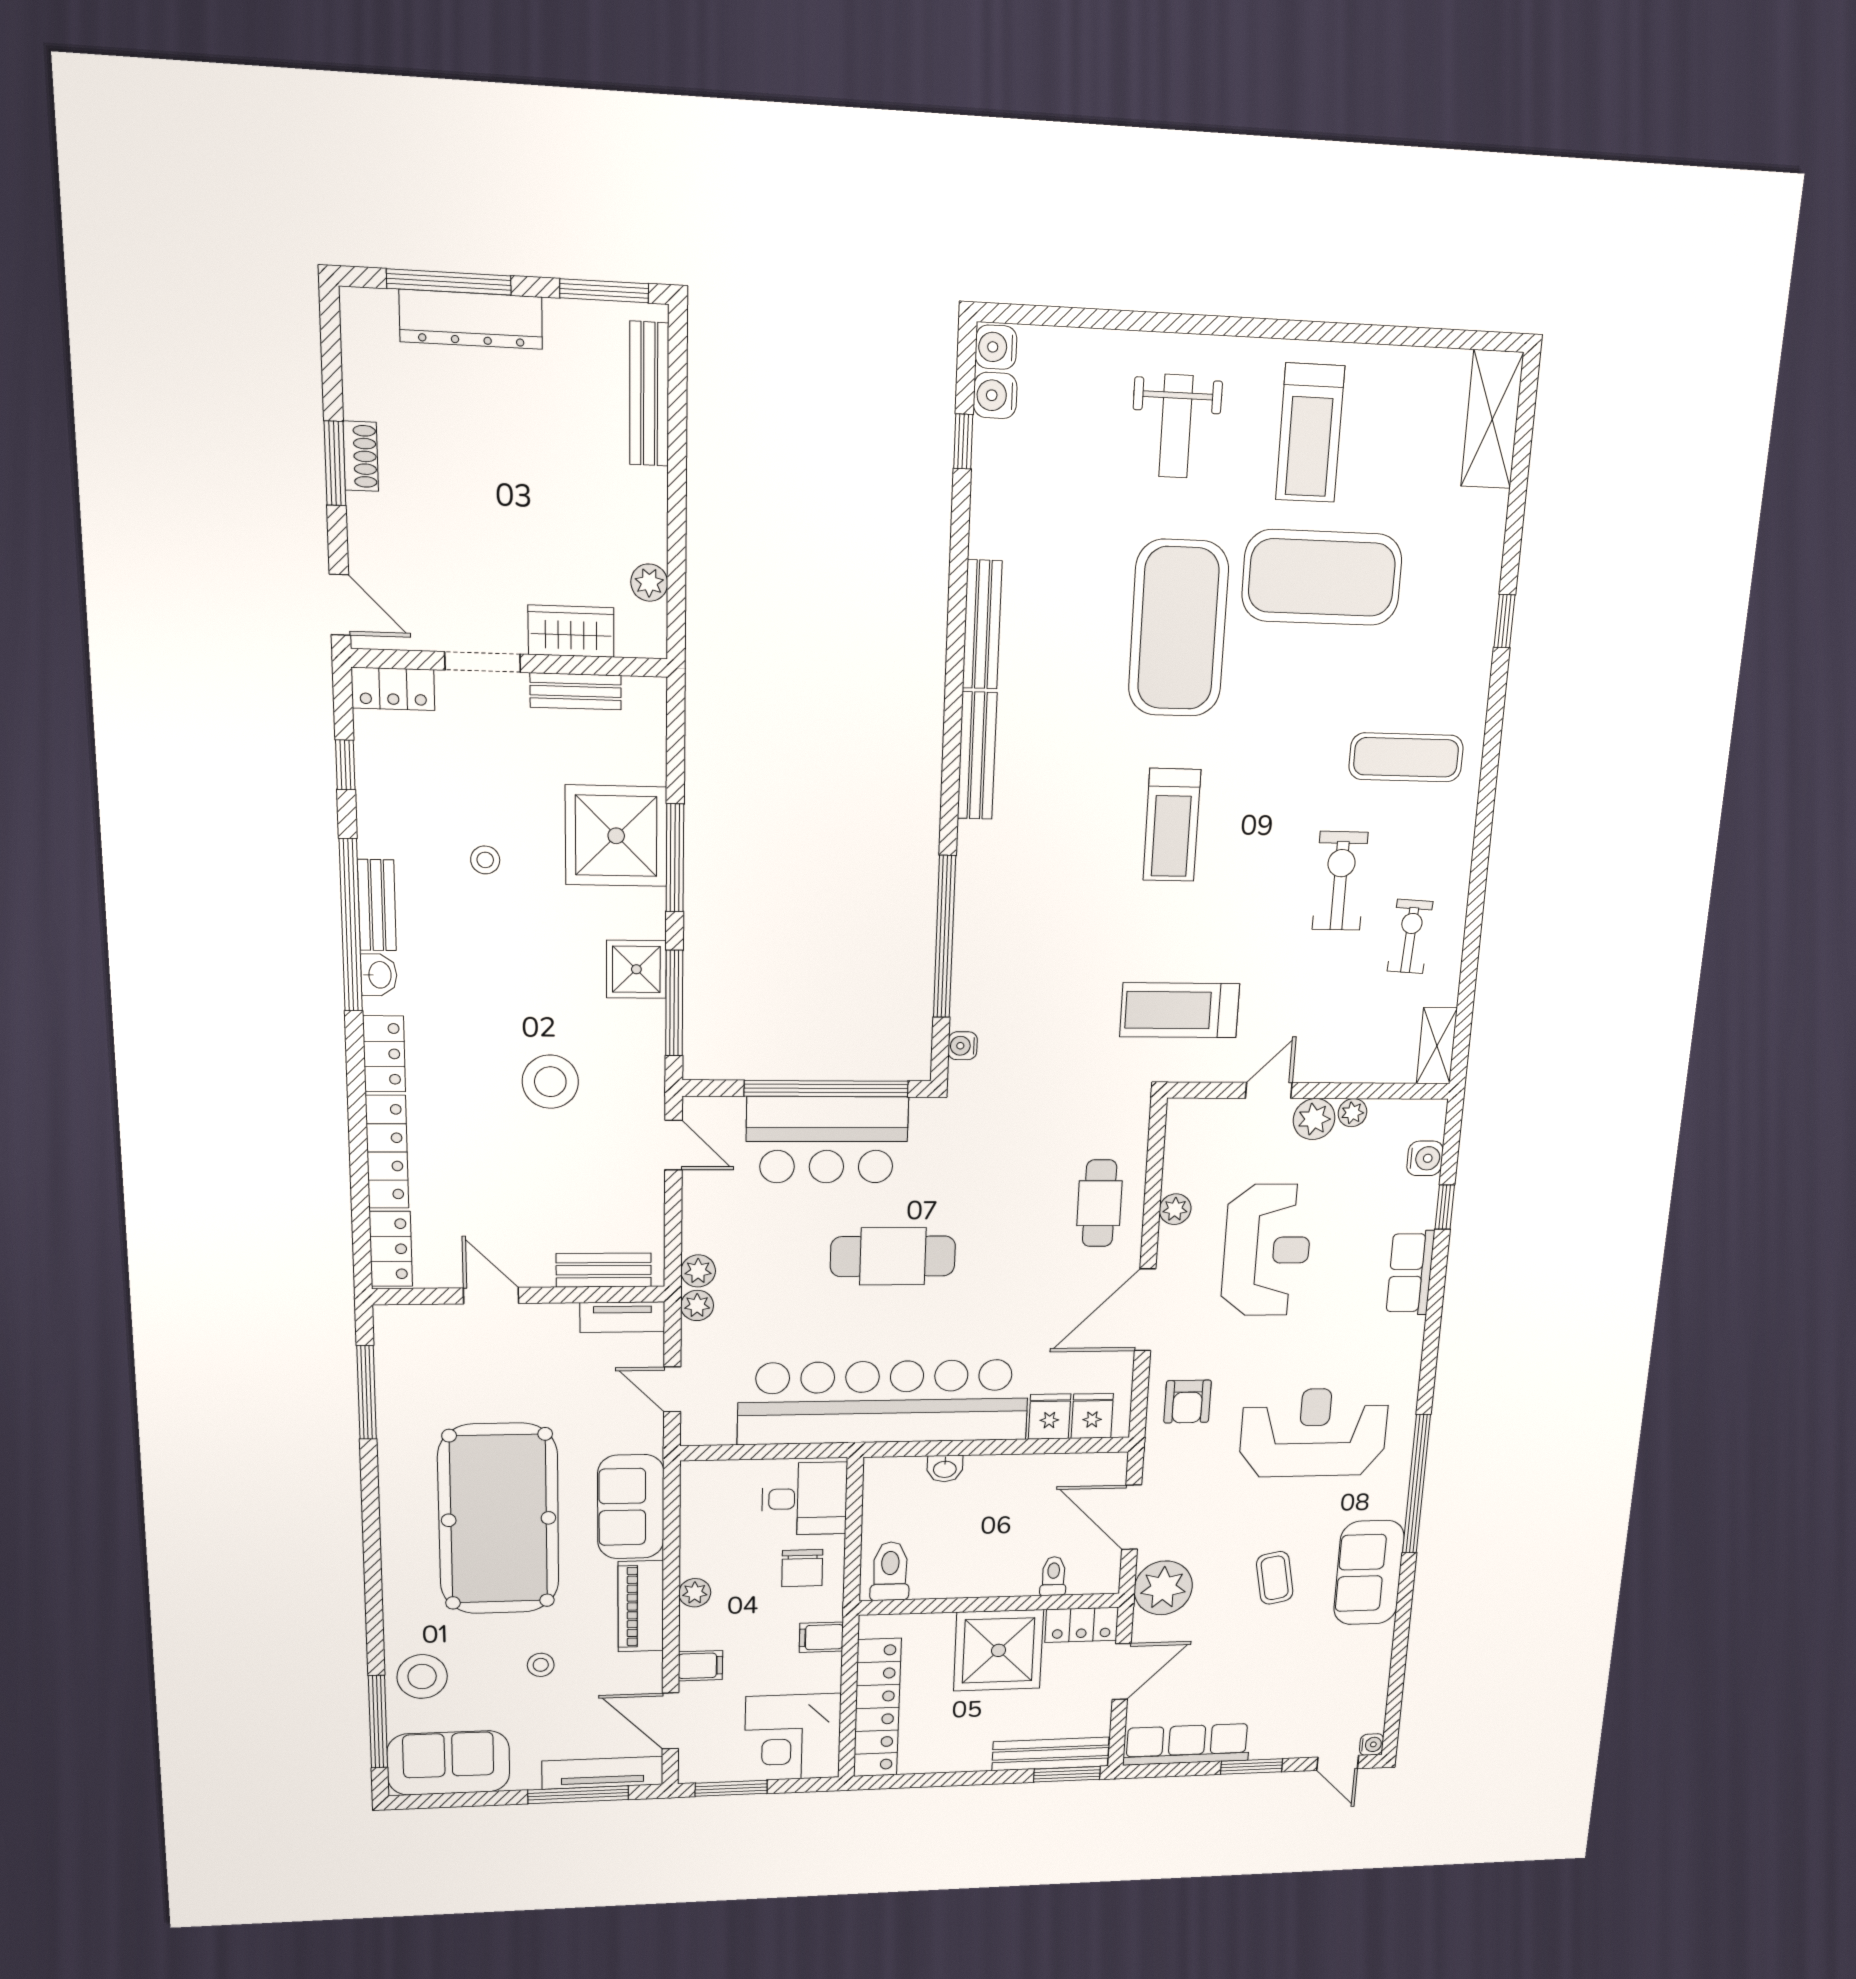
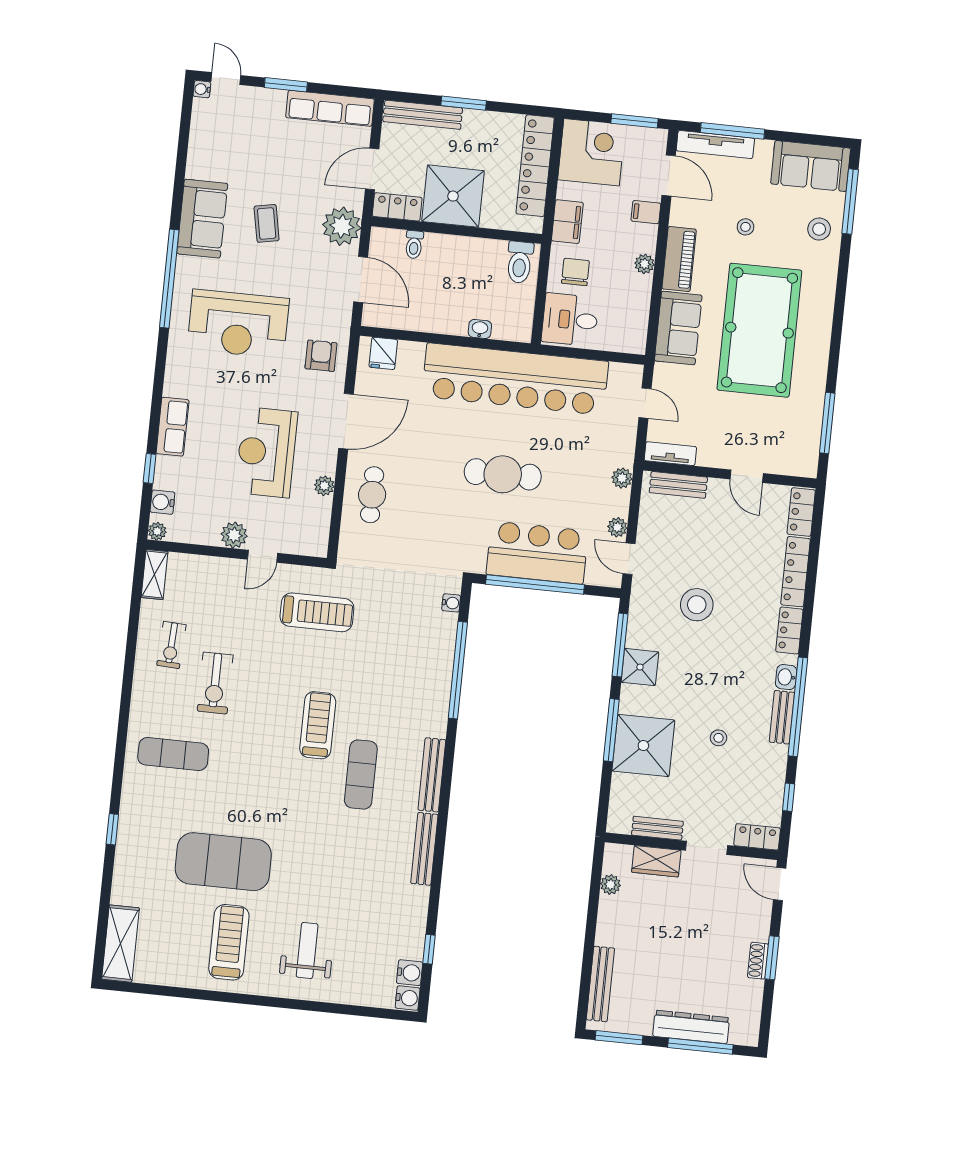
exercise mat: (1178, 628) -> (361, 775), moved, width x0.50, depth x0.69
plant: (1352, 1113) -> (157, 531), moved
plant: (697, 1305) -> (617, 527), moved
fridge: (1050, 1417) -> (411, 356), removed
filing cabinet: (821, 1637) -> (567, 222), width x2.00
stool: (422, 1677) -> (819, 229), width x0.73, depth x0.73
window: (1067, 1774) -> (464, 103), moved

